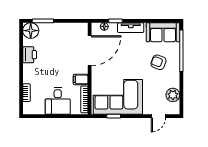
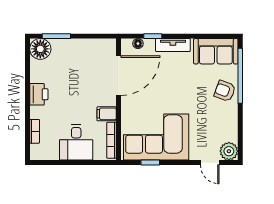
printer: (30, 55) -> (39, 94), moved
armchair: (158, 62) -> (225, 91), moved
plant: (173, 95) -> (229, 151), moved
door: (158, 116) -> (210, 163), hinge flipped

